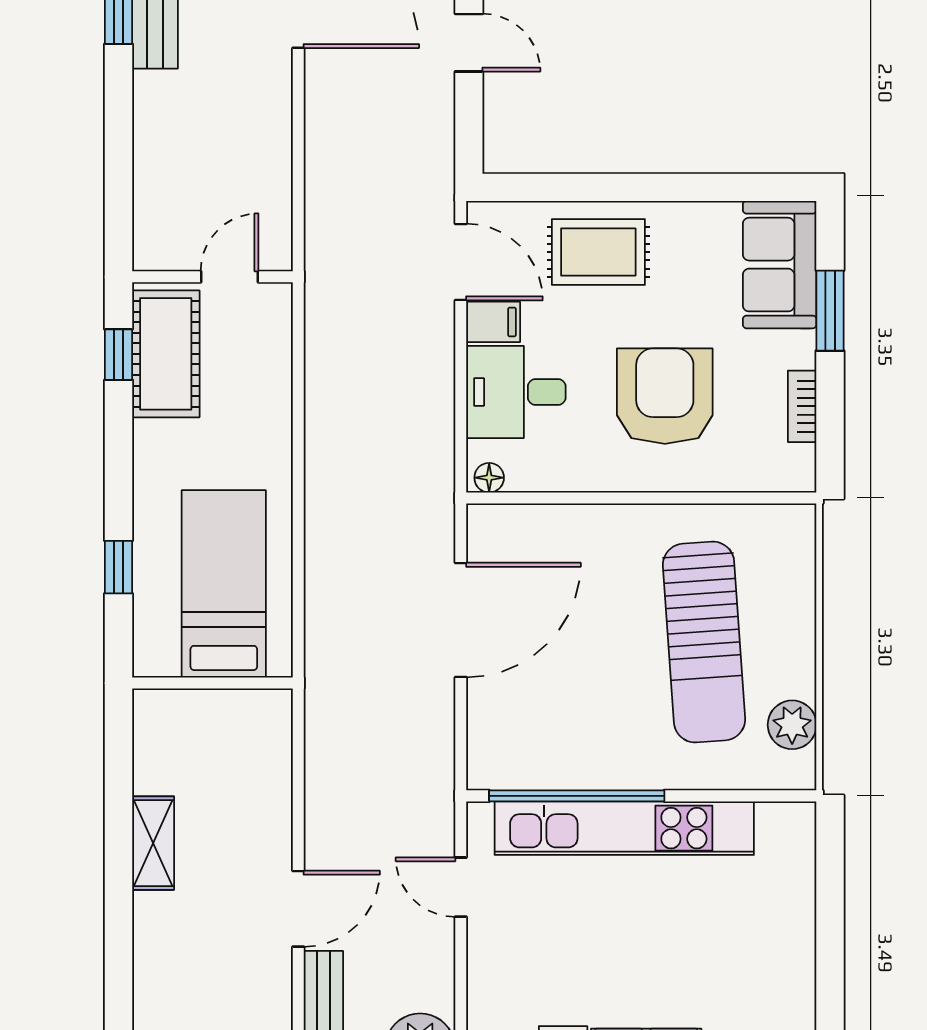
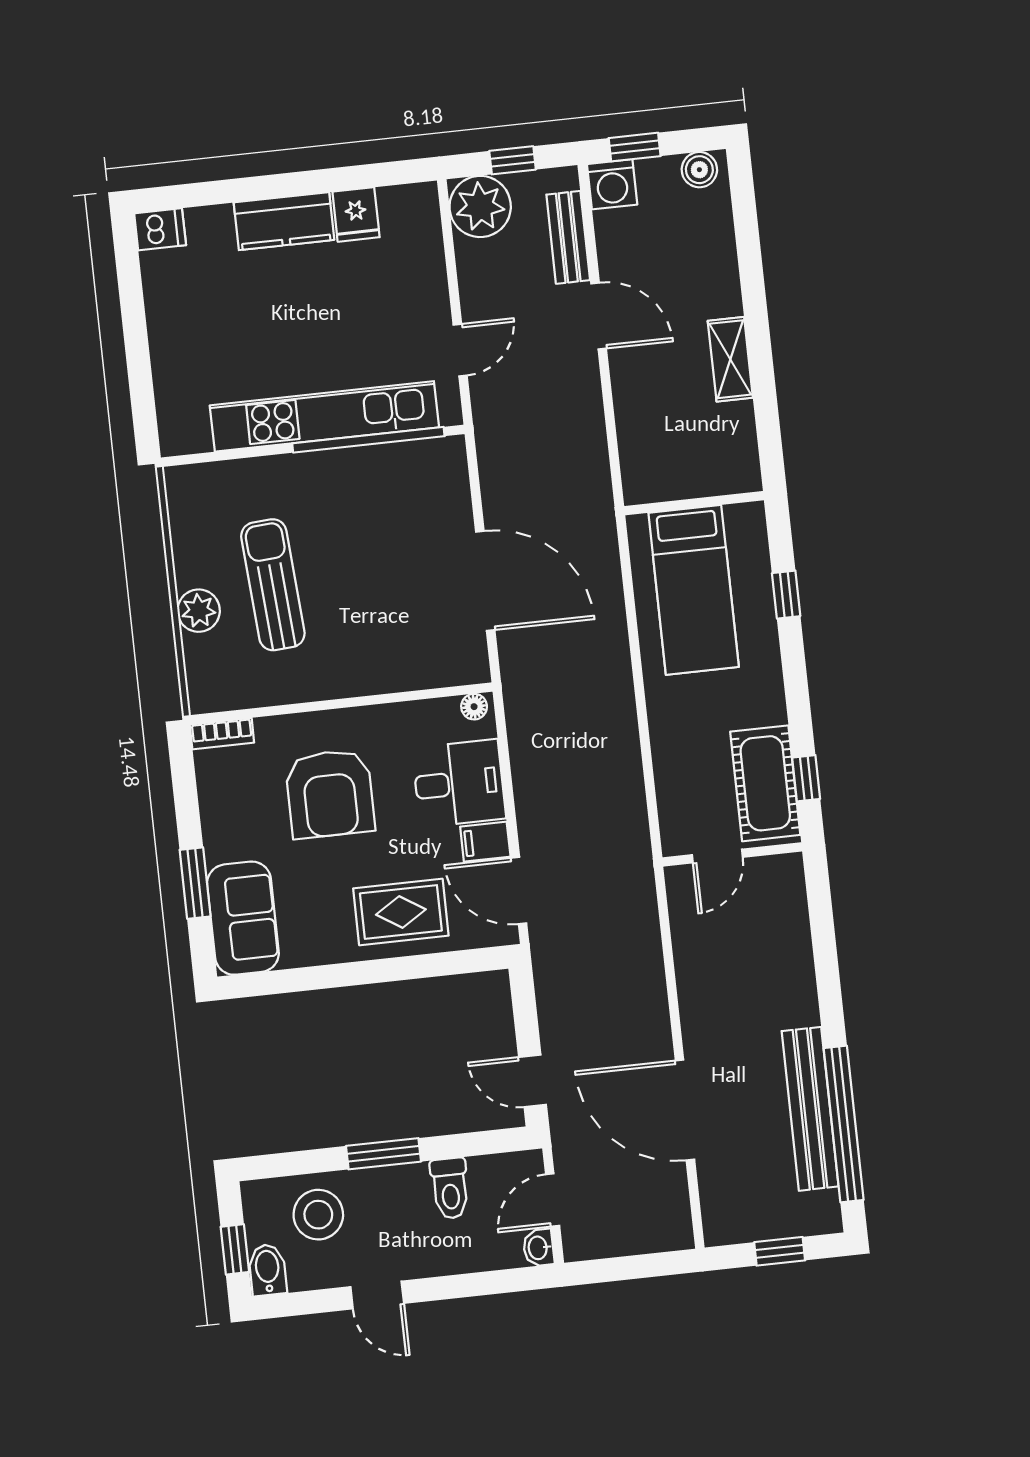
bookcase: (802, 406) -> (222, 734), moved, turned 90
door: (461, 620) -> (485, 581), swing flipped
sun lounger: (704, 642) -> (273, 585), width x0.73, depth x0.75
plant: (792, 725) -> (199, 611), moved
door: (461, 887) -> (460, 350), hinge flipped
door: (298, 909) -> (599, 316), swing flipped

